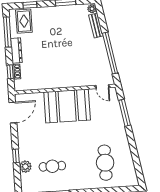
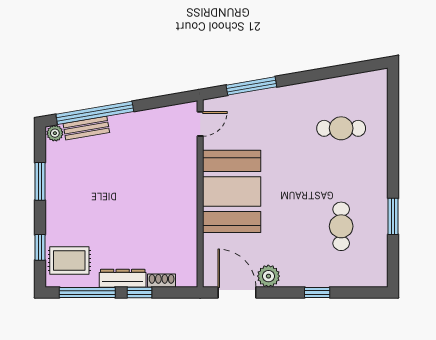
window: (110, 53) -> (95, 113), moved
window: (10, 72) -> (139, 292), moved
cafe table: (105, 163) -> (341, 128), width x0.73, depth x0.74
plant: (25, 167) -> (268, 276), moved

